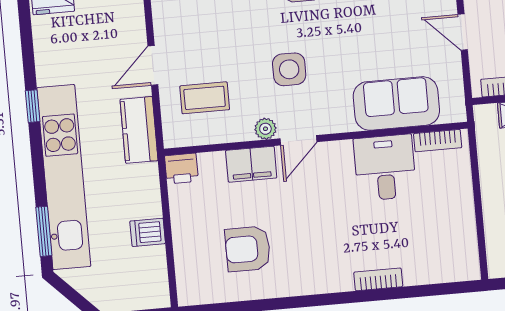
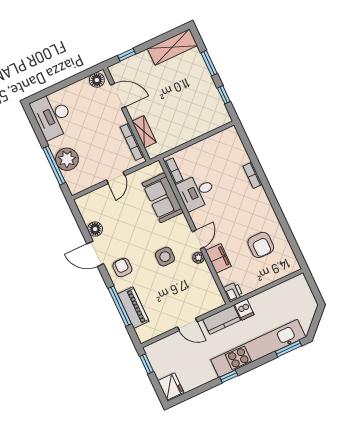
coffee table: (205, 98) -> (194, 293), removed
door: (298, 140) -> (198, 239), hinge flipped
dishwasher: (148, 232) -> (244, 309), moved

